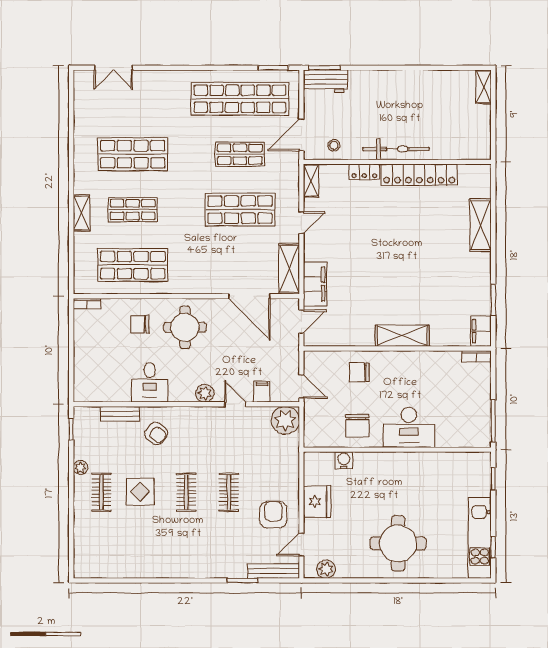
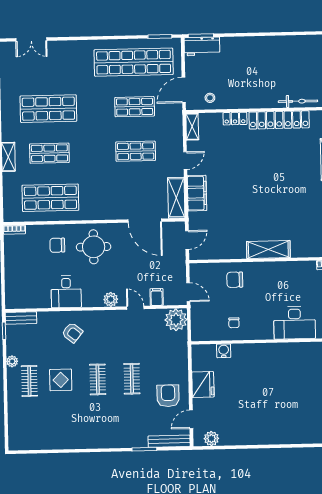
bicycle: (396, 149) -> (298, 101), moved, width x0.73, depth x0.71
shop shelf: (240, 210) -> (136, 151), width x0.70, depth x0.74
filing cabinet: (315, 284) -> (197, 193), moved
bench: (120, 414) -> (21, 318), moved
chair: (357, 426) -> (234, 323), width x0.54, depth x0.54
desk: (409, 427) -> (295, 323), moved
round table: (398, 543) -> (269, 417), removed

